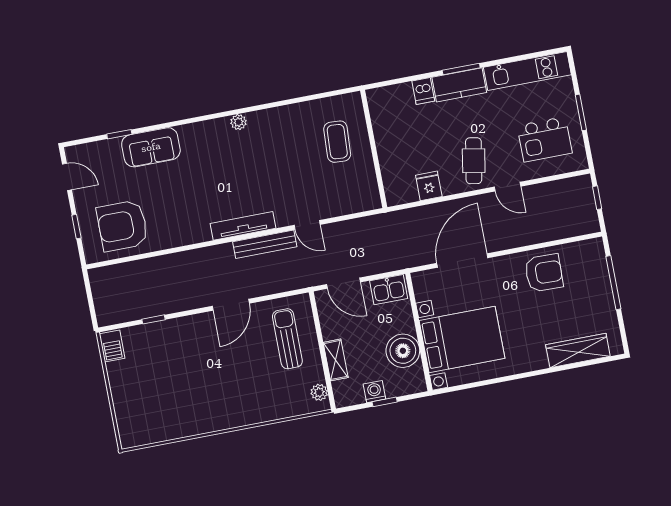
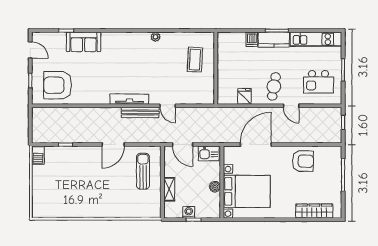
plant: (239, 122) -> (156, 37), moved
boiler: (403, 351) -> (215, 187), width x0.54, depth x0.54
plant: (319, 392) -> (156, 207), removed

